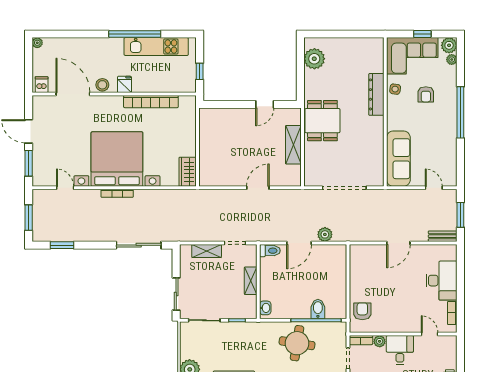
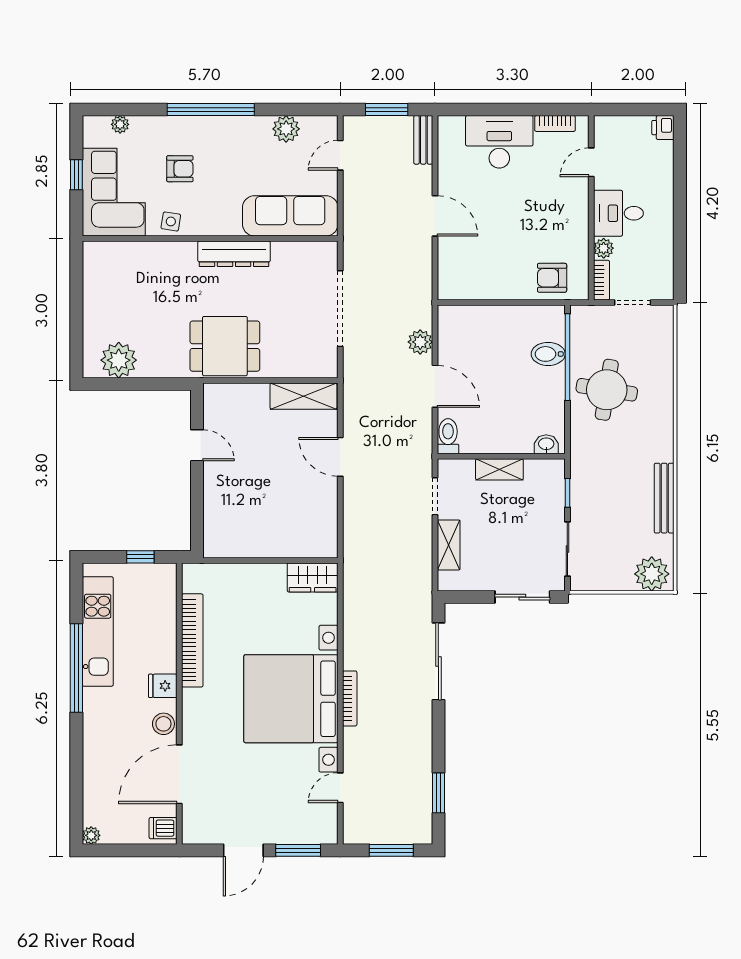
plant: (449, 45) -> (286, 129), moved
dresser: (376, 94) -> (234, 254), moved
shelving: (293, 145) -> (303, 396), moved

